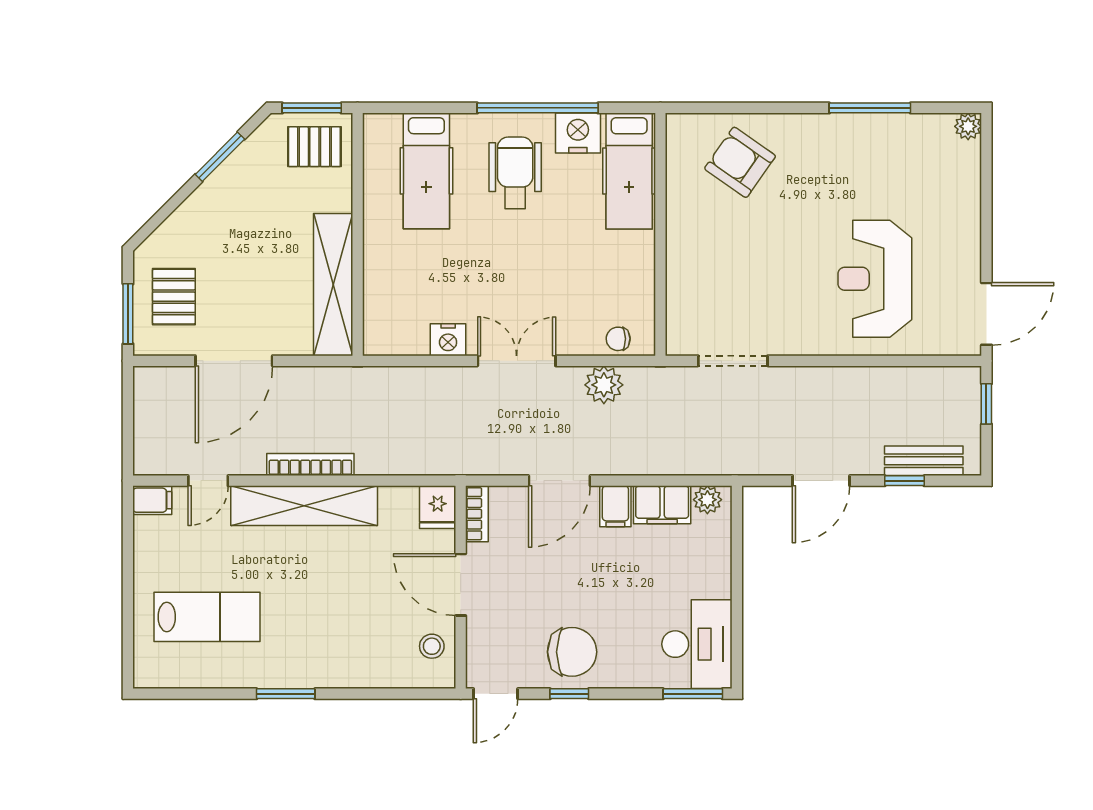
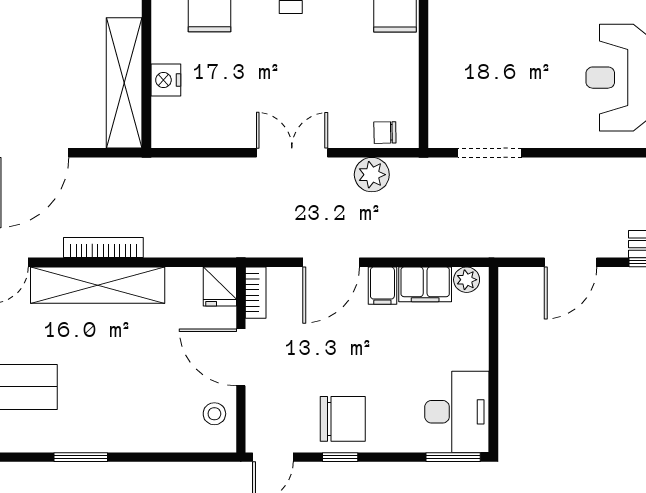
nightstand: (448, 340) -> (166, 80), moved, turned 90

